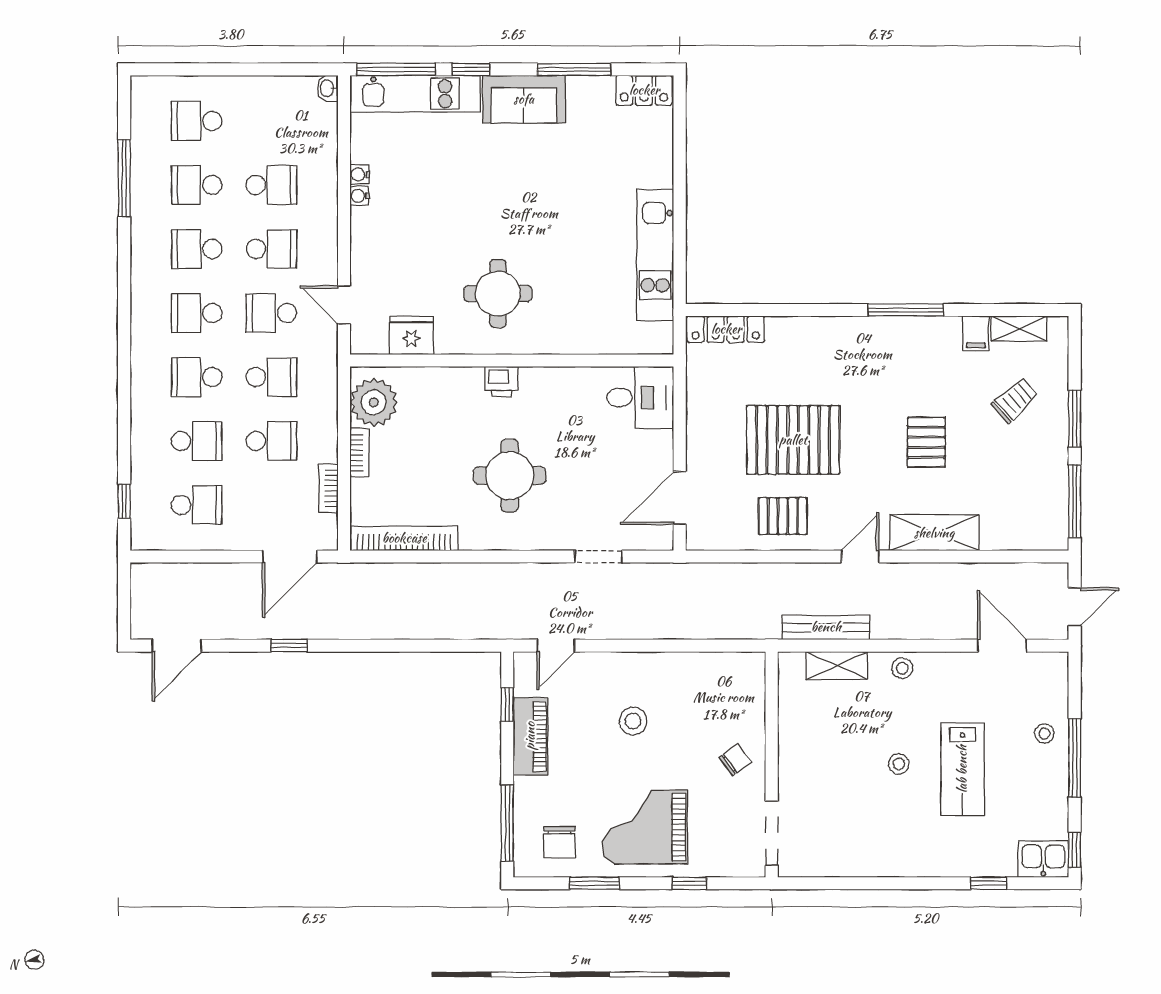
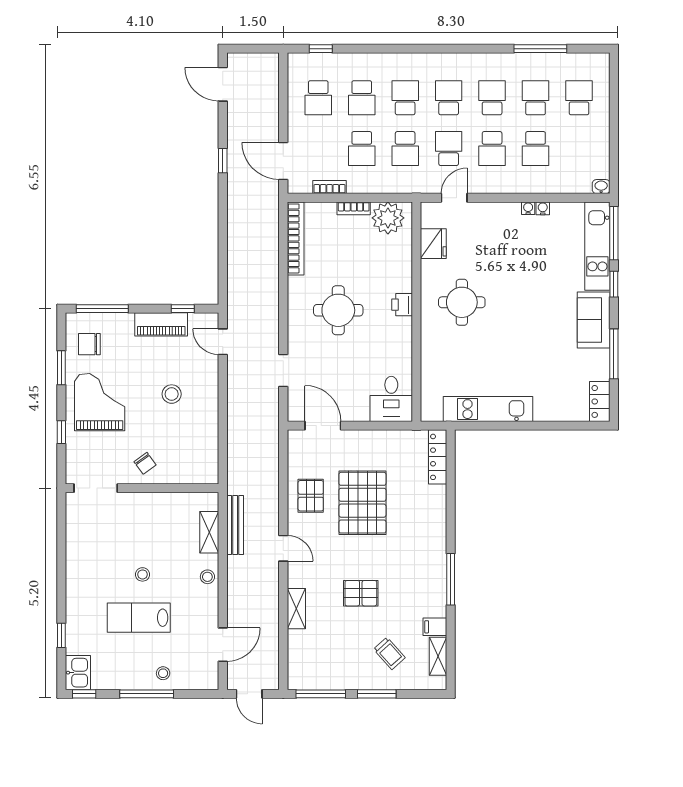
shelving: (934, 533) -> (296, 609), width x0.67, depth x0.75

